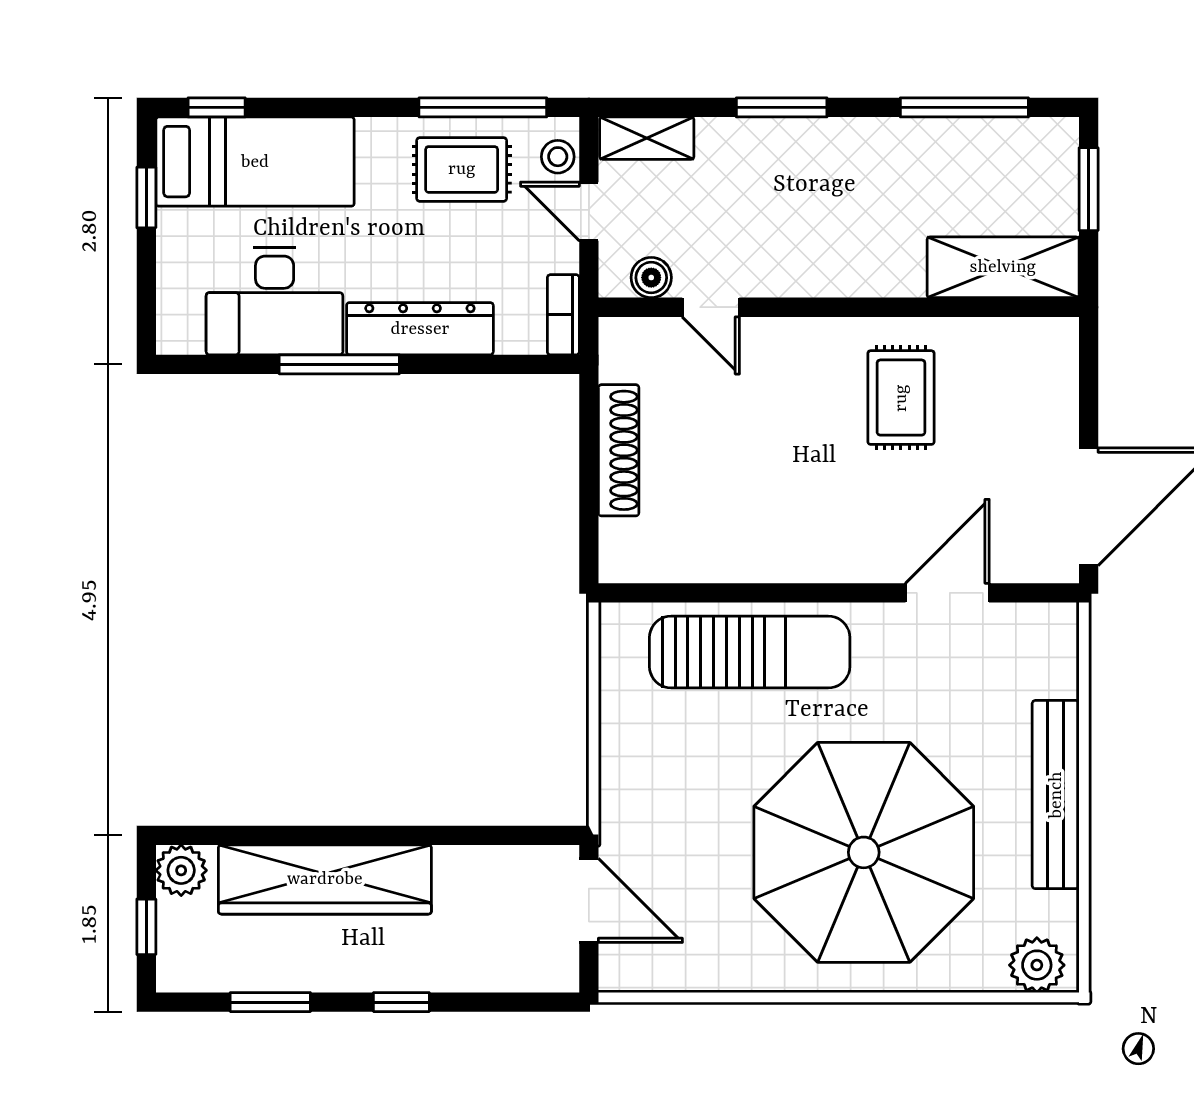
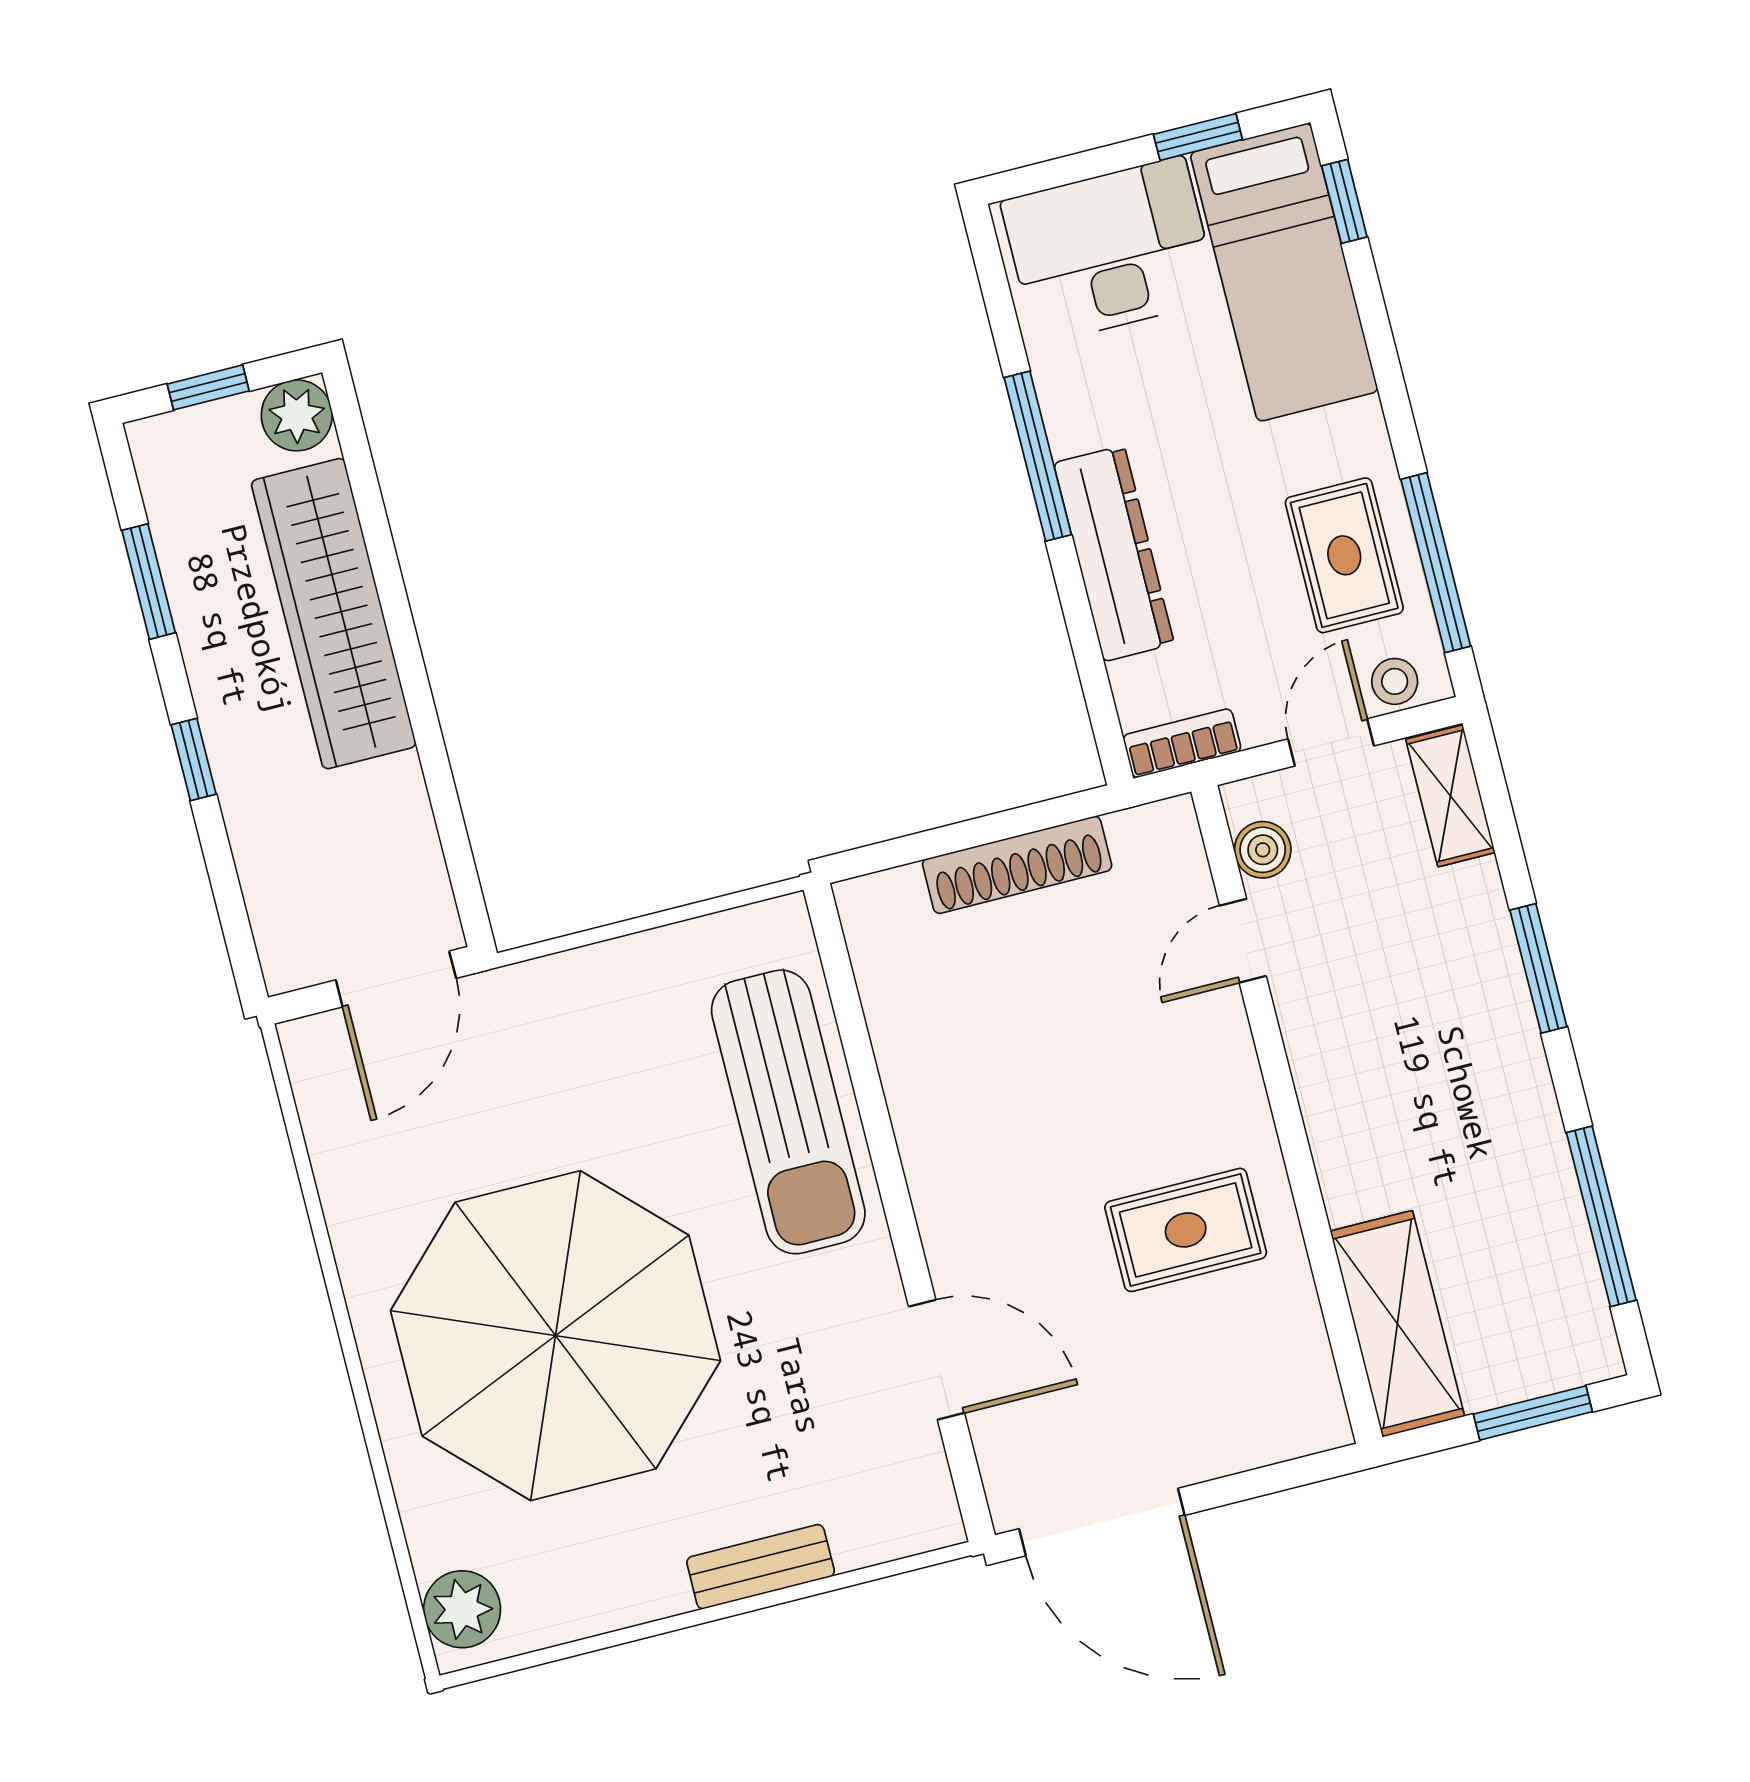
desk: (275, 301) -> (1110, 250), moved, turned 90
bench: (1056, 795) -> (761, 1567), width x0.54, depth x0.82

